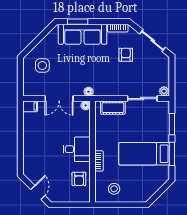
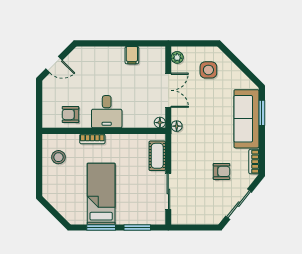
plant: (164, 91) -> (177, 57), moved
double door: (59, 99) -> (168, 90), swing flipped
filing cabinet: (30, 106) -> (132, 55), moved

